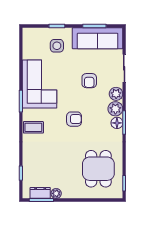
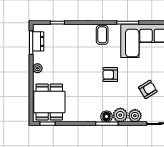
armchair: (89, 81) -> (148, 89), turned 148
armchair: (74, 119) -> (110, 75), turned 90
dining table: (98, 169) -> (49, 102), moved, turned 90
plant: (56, 193) -> (37, 68), moved

